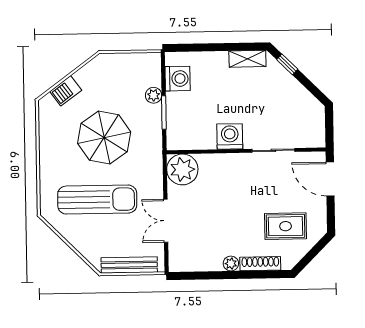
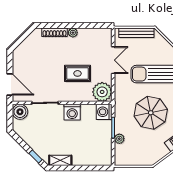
washing machine: (178, 79) -> (104, 112), moved
boiler: (313, 135) -> (20, 112), added
rug: (286, 226) -> (78, 73), moved

